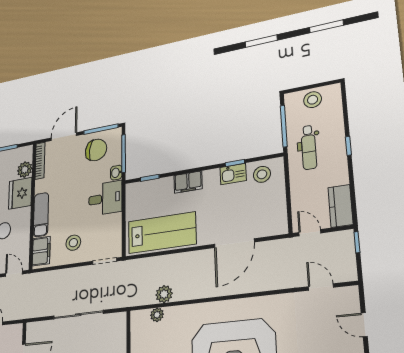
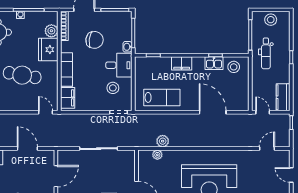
chair: (96, 150) -> (95, 40), moved
lab bench: (162, 233) -> (162, 97), width x0.73, depth x0.72
stool: (73, 243) -> (113, 88), moved
door: (234, 243) -> (213, 112), swing flipped
door: (321, 287) -> (267, 149), hinge flipped

